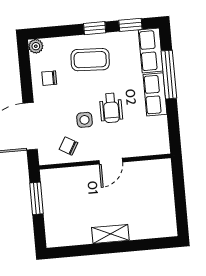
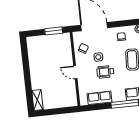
row of seats: (155, 94) -> (100, 98), moved
shelving: (110, 234) -> (37, 100), moved

